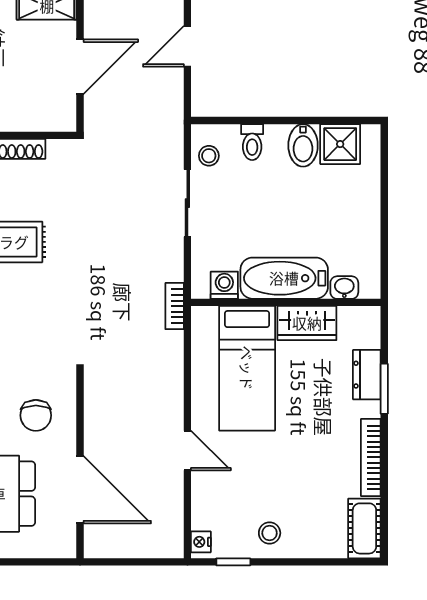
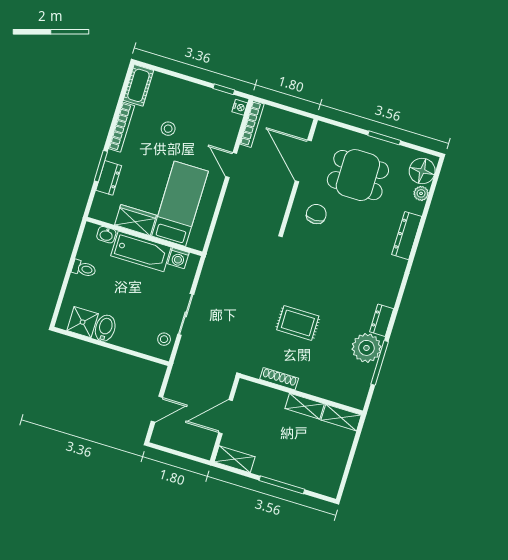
toilet: (252, 142) -> (84, 269), moved, turned 90
bookcase: (175, 306) -> (252, 124), moved, width x1.56
stool: (270, 533) -> (168, 129), moved

